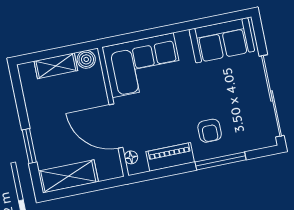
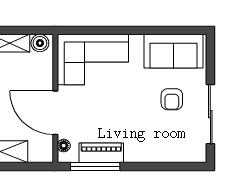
sliding door: (272, 96) -> (210, 114), width x0.73
armchair: (210, 131) -> (172, 99), moved
window: (221, 161) -> (95, 166), moved

